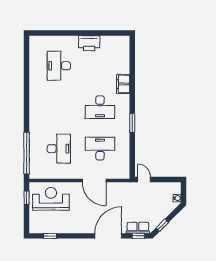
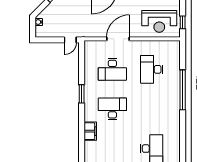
window: (27, 153) -> (183, 90), moved
door: (144, 179) -> (70, 40), hinge flipped
door: (94, 180) -> (118, 39), hinge flipped

